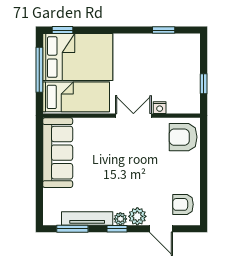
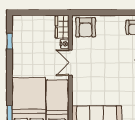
window: (204, 84) -> (48, 13), removed
wardrobe: (184, 104) -> (62, 27), added

